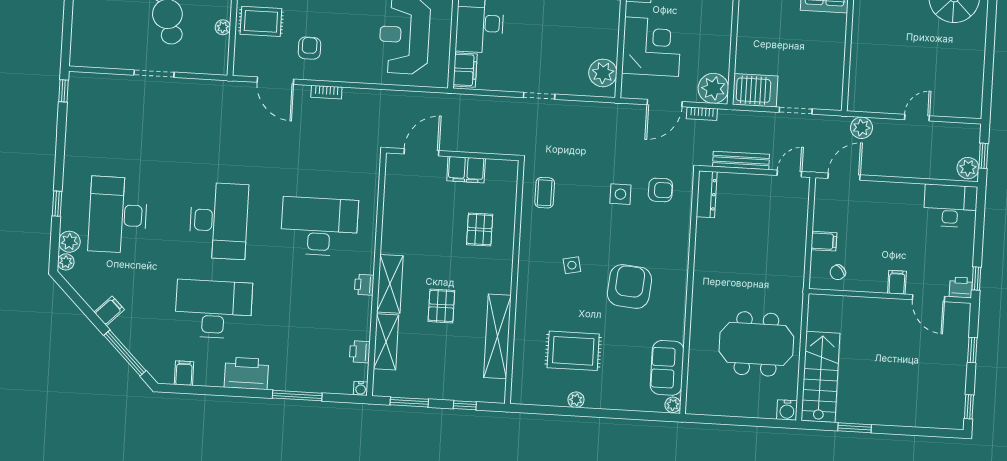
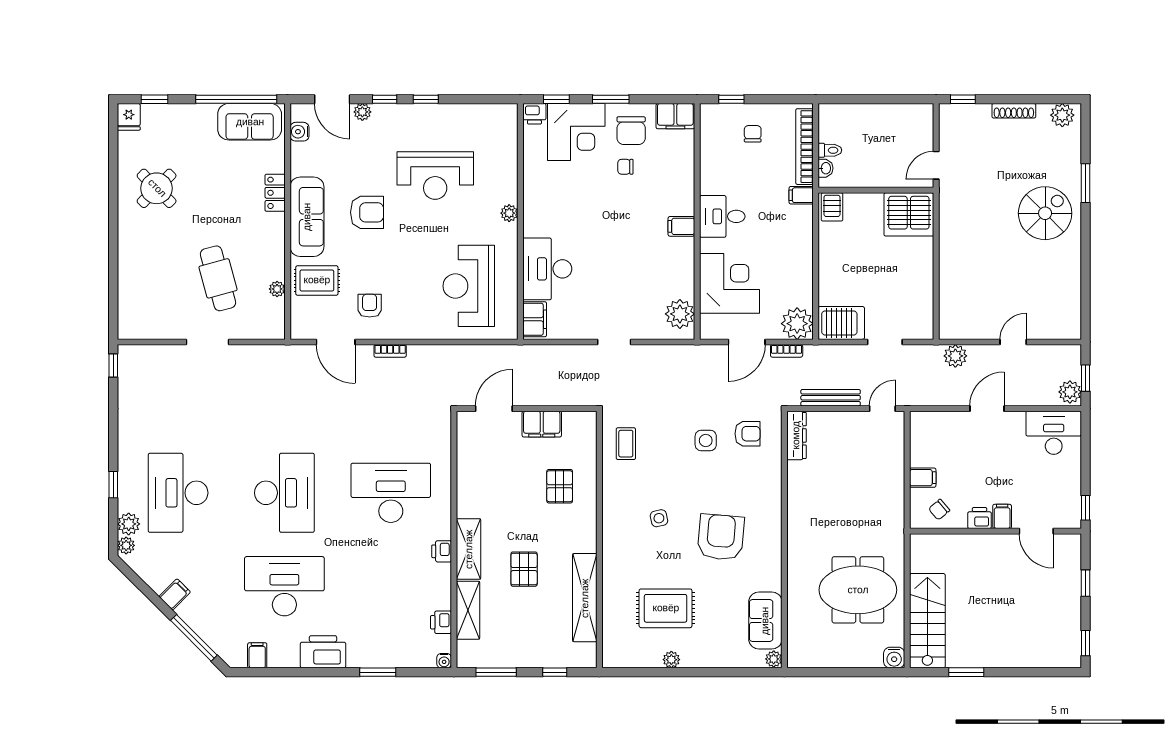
door: (844, 177) -> (987, 409), moved
printer: (961, 287) -> (980, 518), moved
window: (297, 396) -> (378, 672), width x0.69

